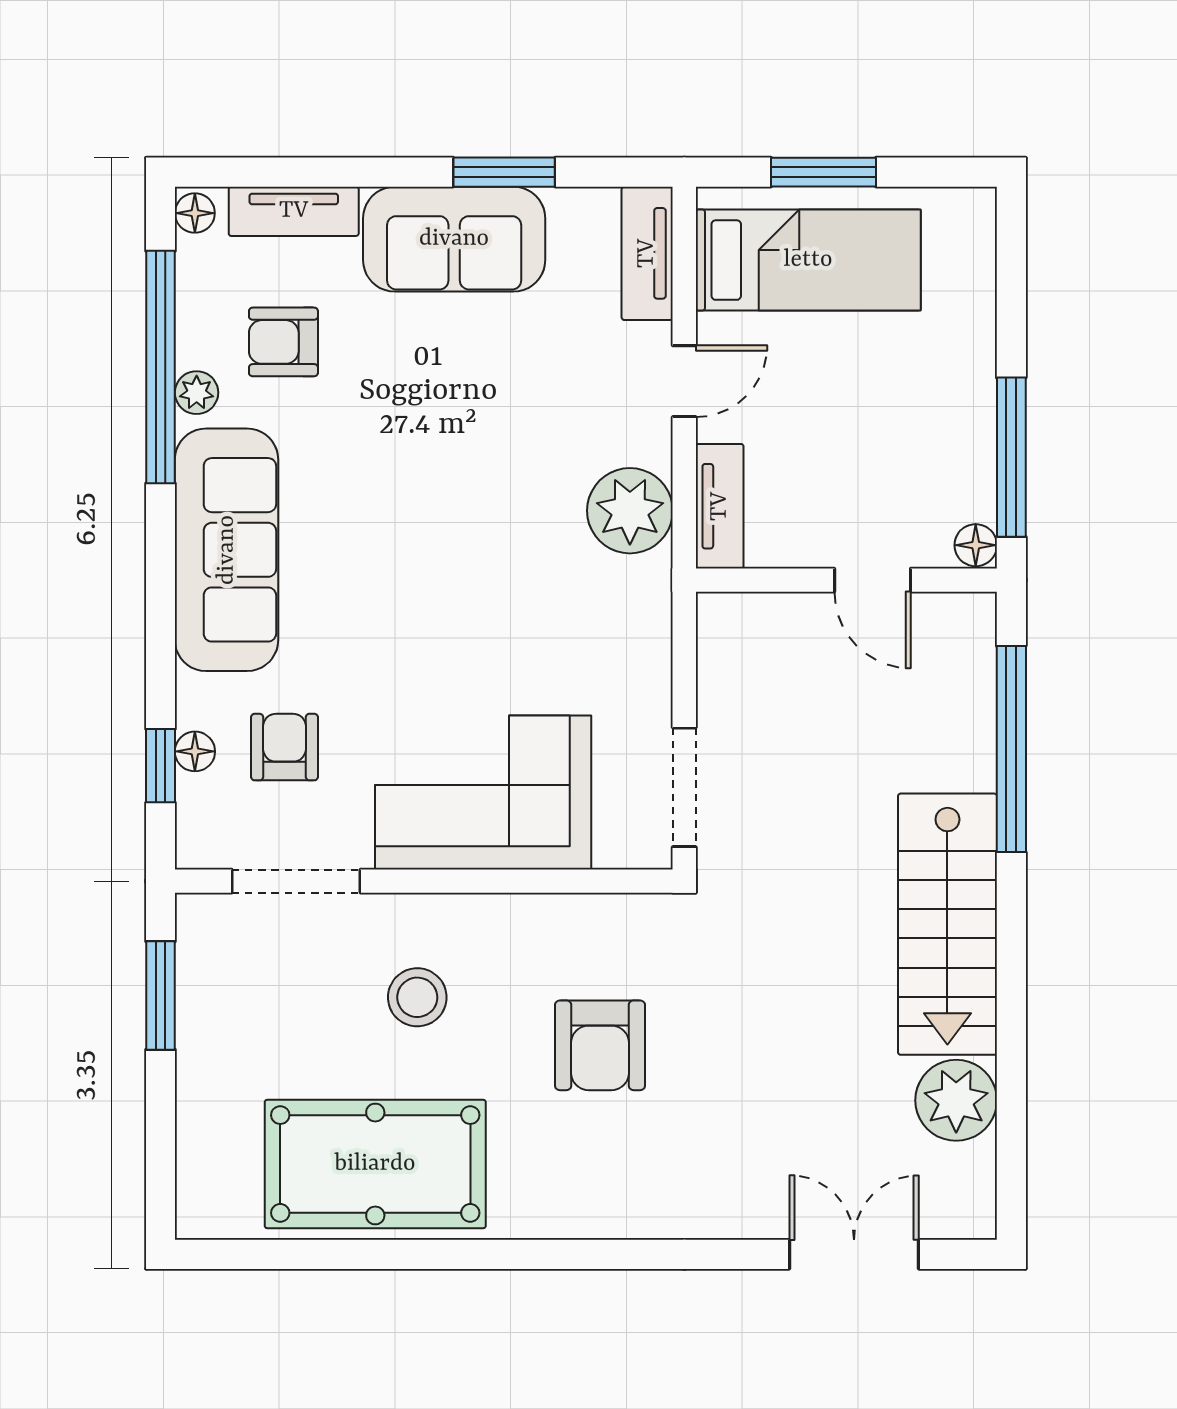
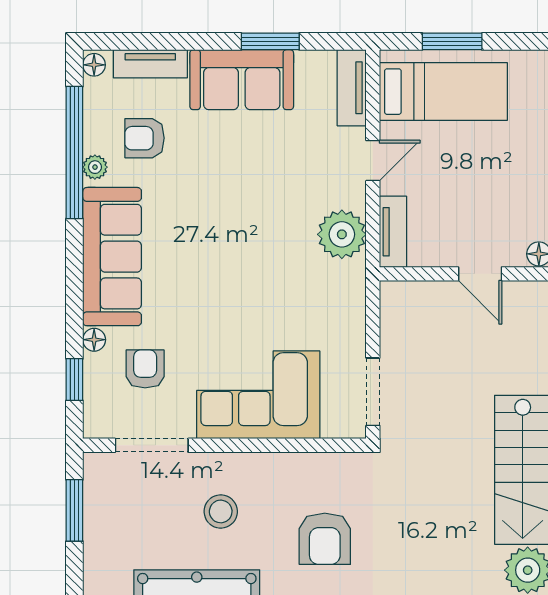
floor lamp: (195, 751) -> (94, 340), moved

